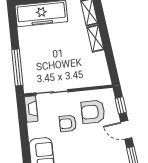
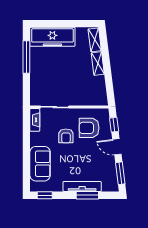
window: (17, 67) -> (26, 57), moved
armchair: (68, 123) -> (66, 136), turned -90

